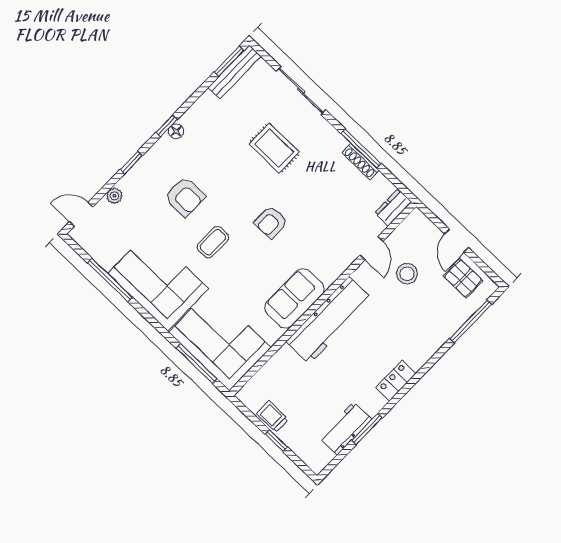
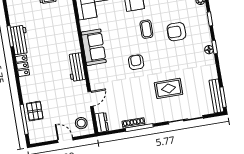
door: (372, 248) -> (91, 99), swing flipped
stool: (407, 274) -> (81, 123), moved
pallet: (463, 278) -> (35, 111), moved, turned 90
workbench: (329, 320) -> (76, 67), width x0.53, depth x0.76
workbench: (346, 428) -> (20, 40), moved

